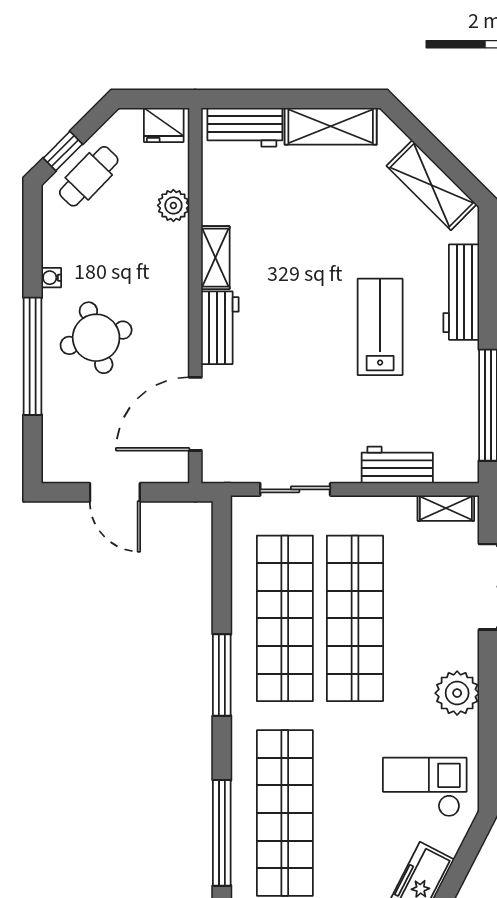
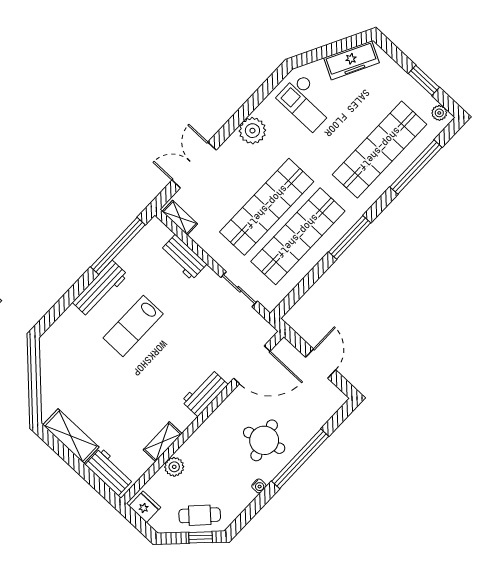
shelving: (432, 185) -> (51, 367), removed
shelving: (215, 258) -> (163, 442), moved
workbench: (461, 292) -> (100, 289), moved

